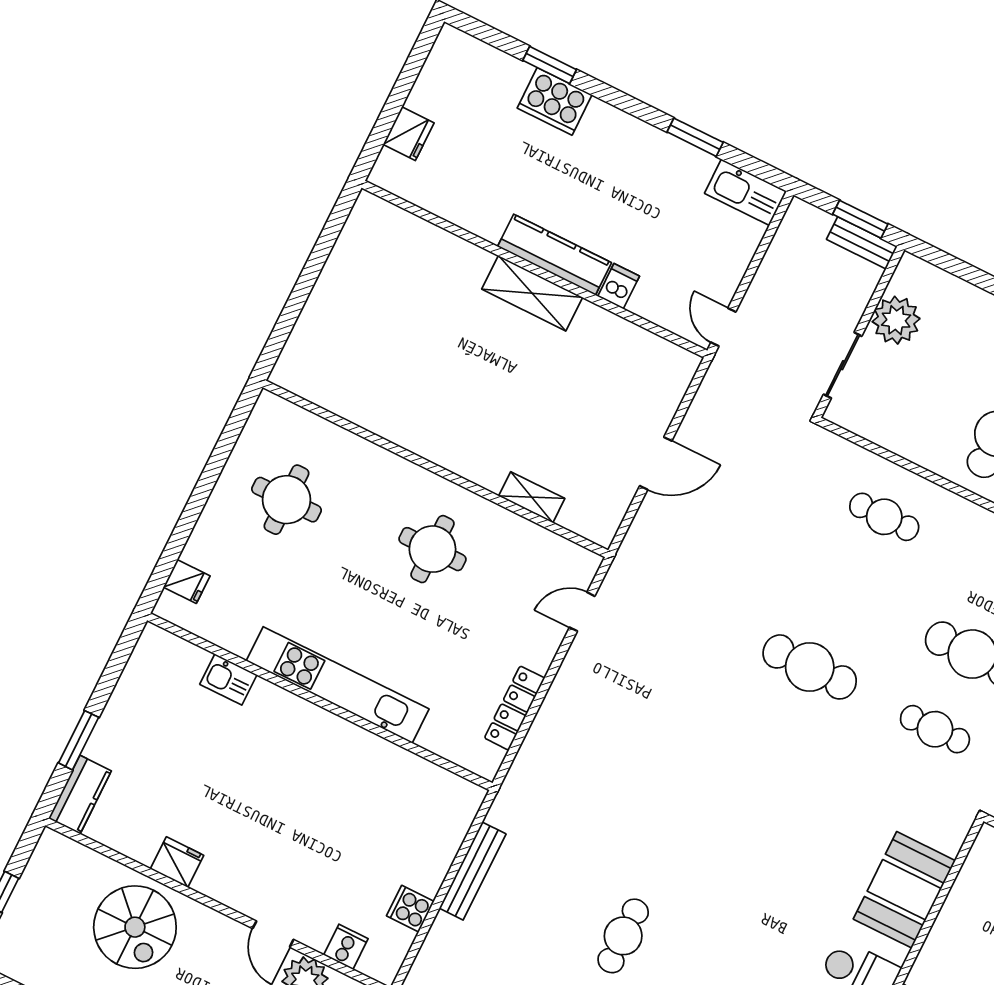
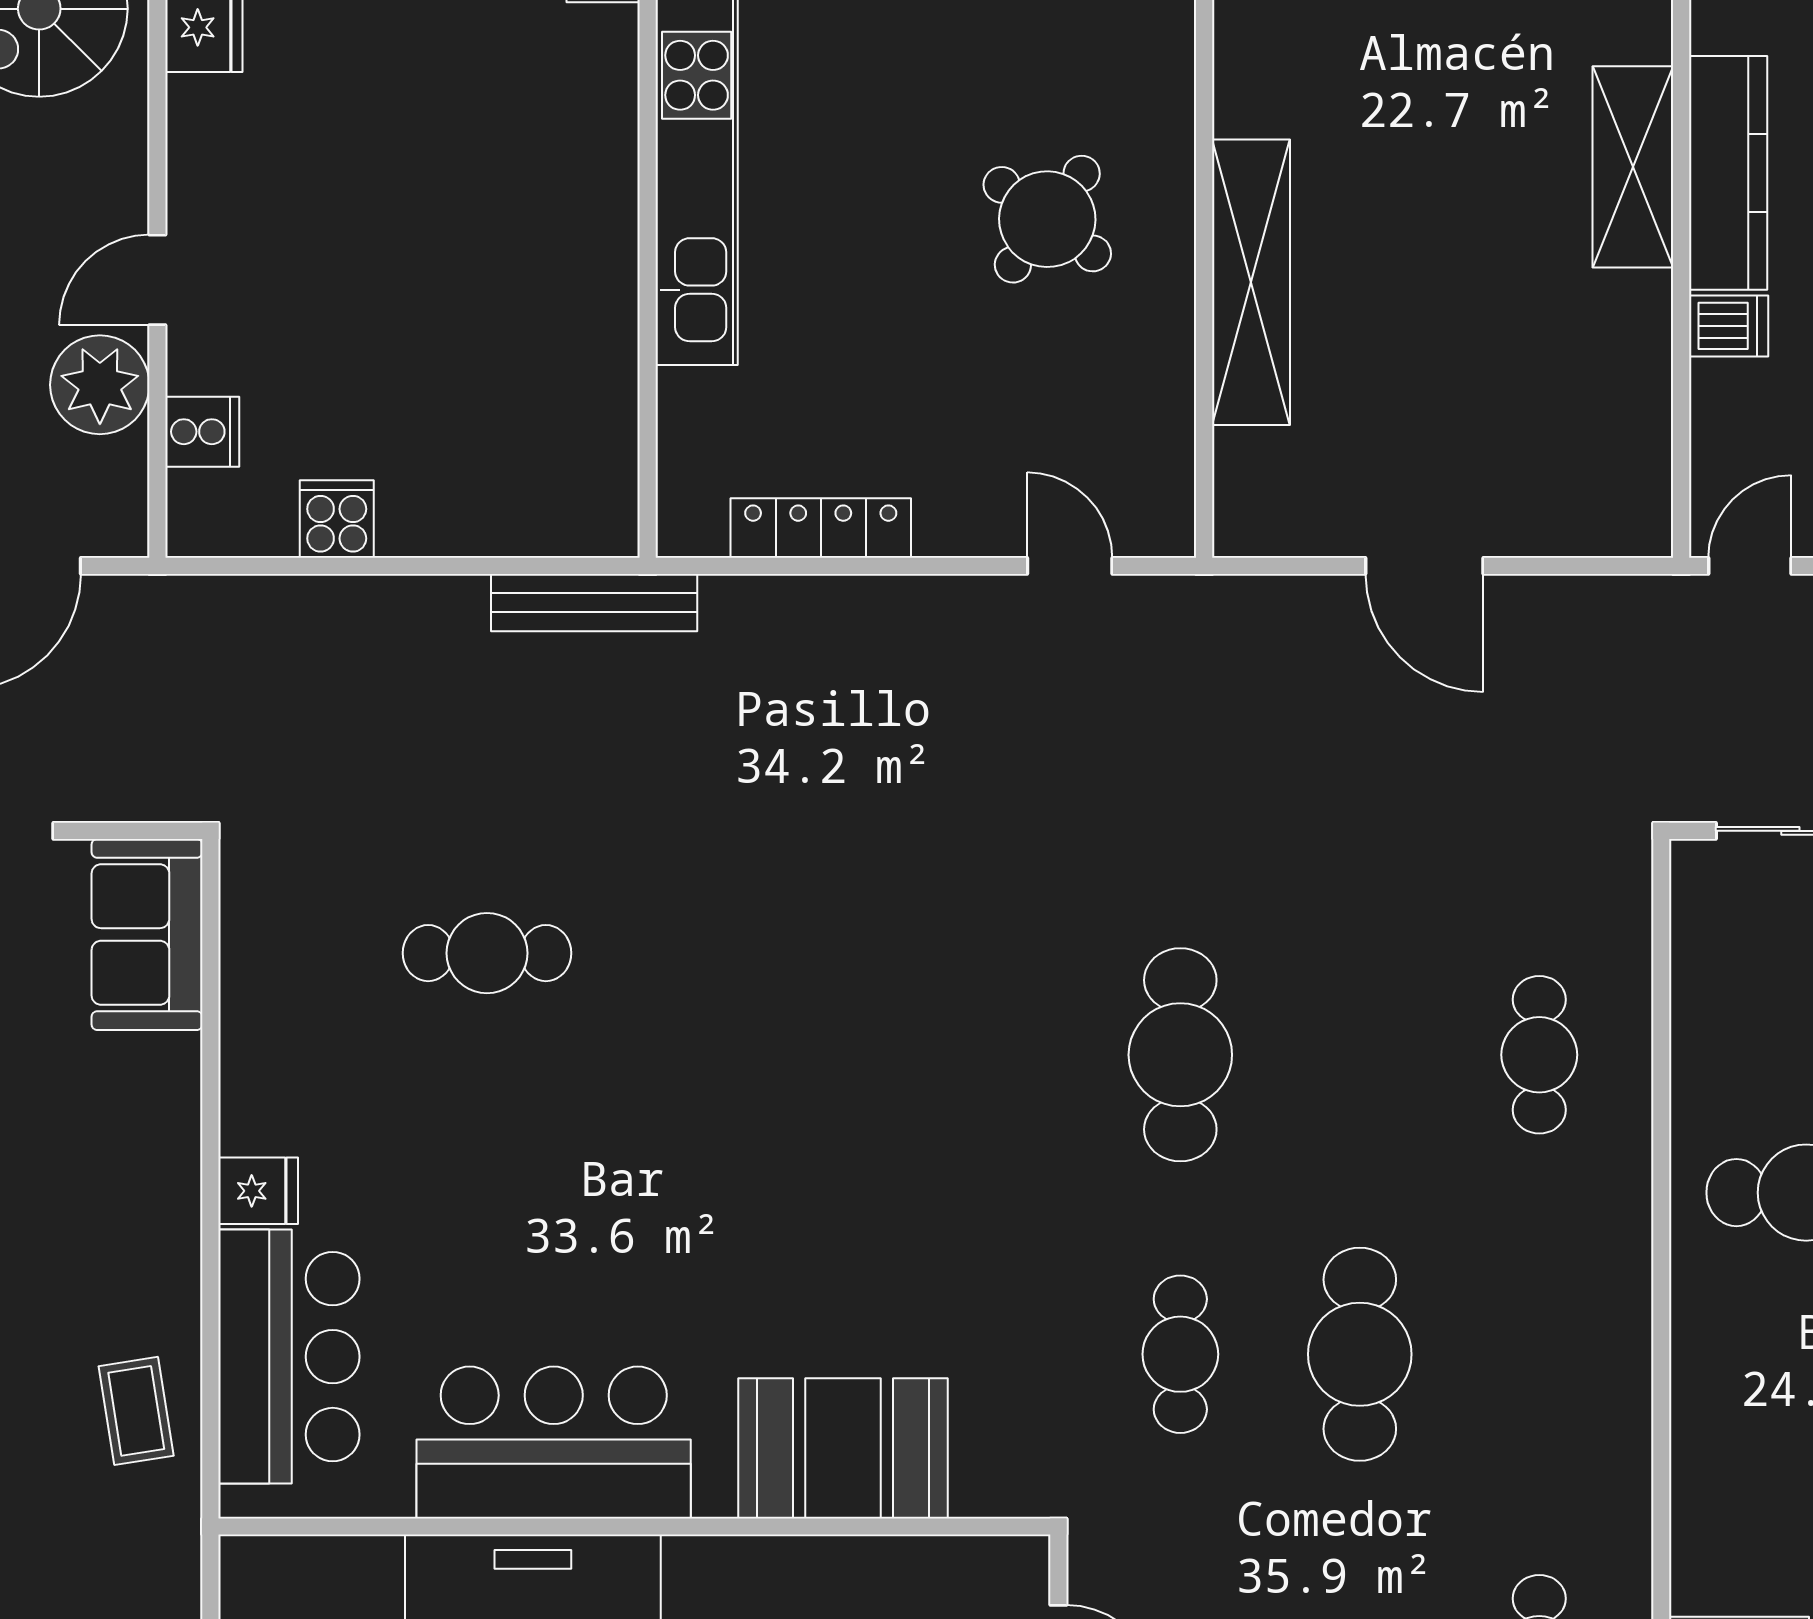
shelving: (532, 497) -> (1251, 282), width x2.20, depth x1.33
round table: (432, 549) -> (1047, 219), turned 37
bench: (473, 871) -> (594, 603), moved

